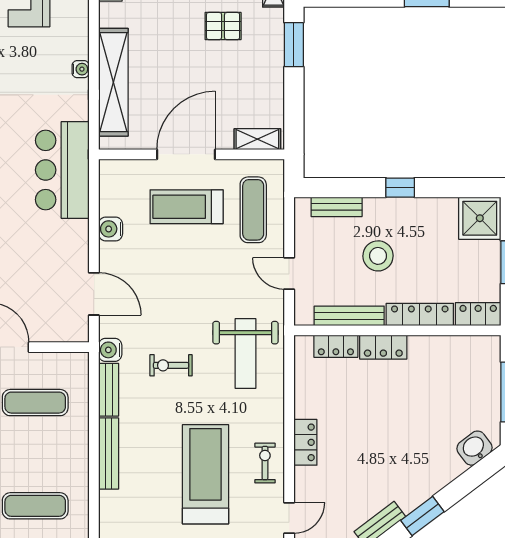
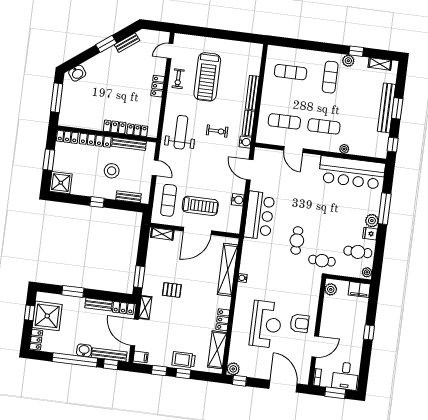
bar counter: (62, 170) -> (259, 215), moved

